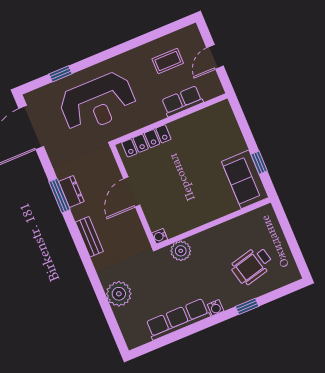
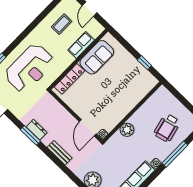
sofa: (245, 179) -> (97, 57), moved, turned -90
door: (132, 192) -> (88, 128), moved
plant: (181, 251) -> (127, 130), moved
window: (247, 306) -> (175, 154), width x2.17

